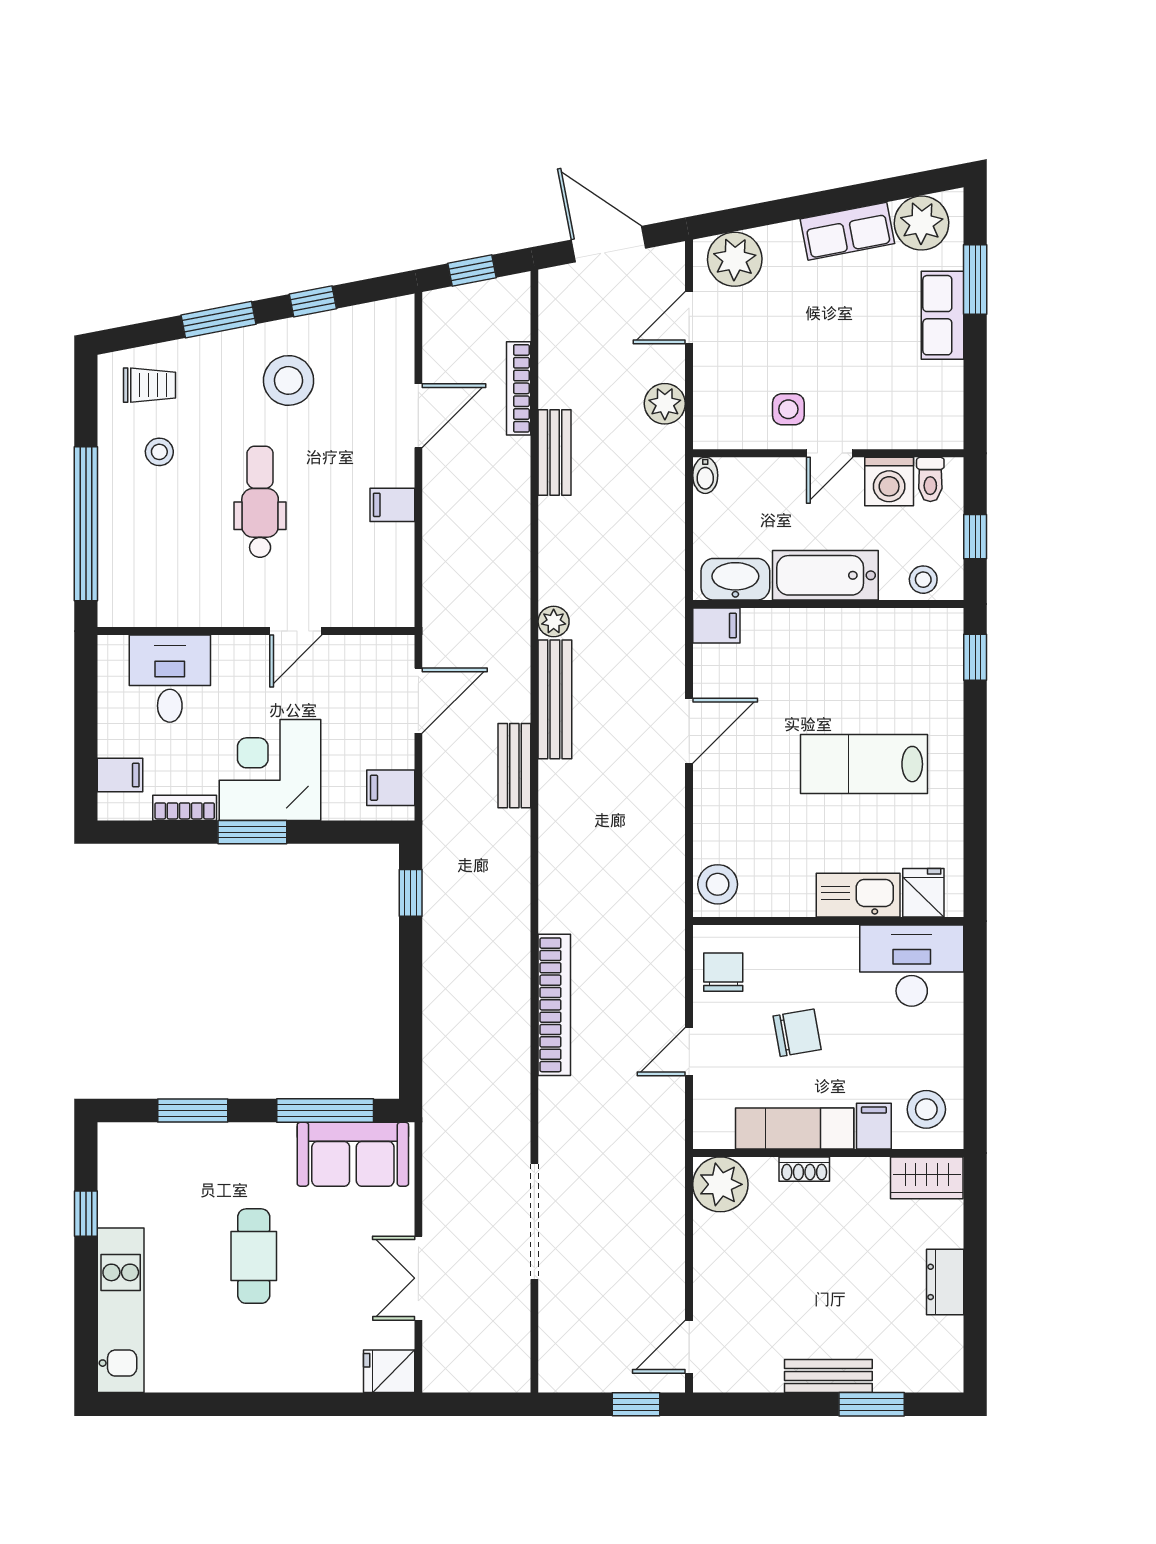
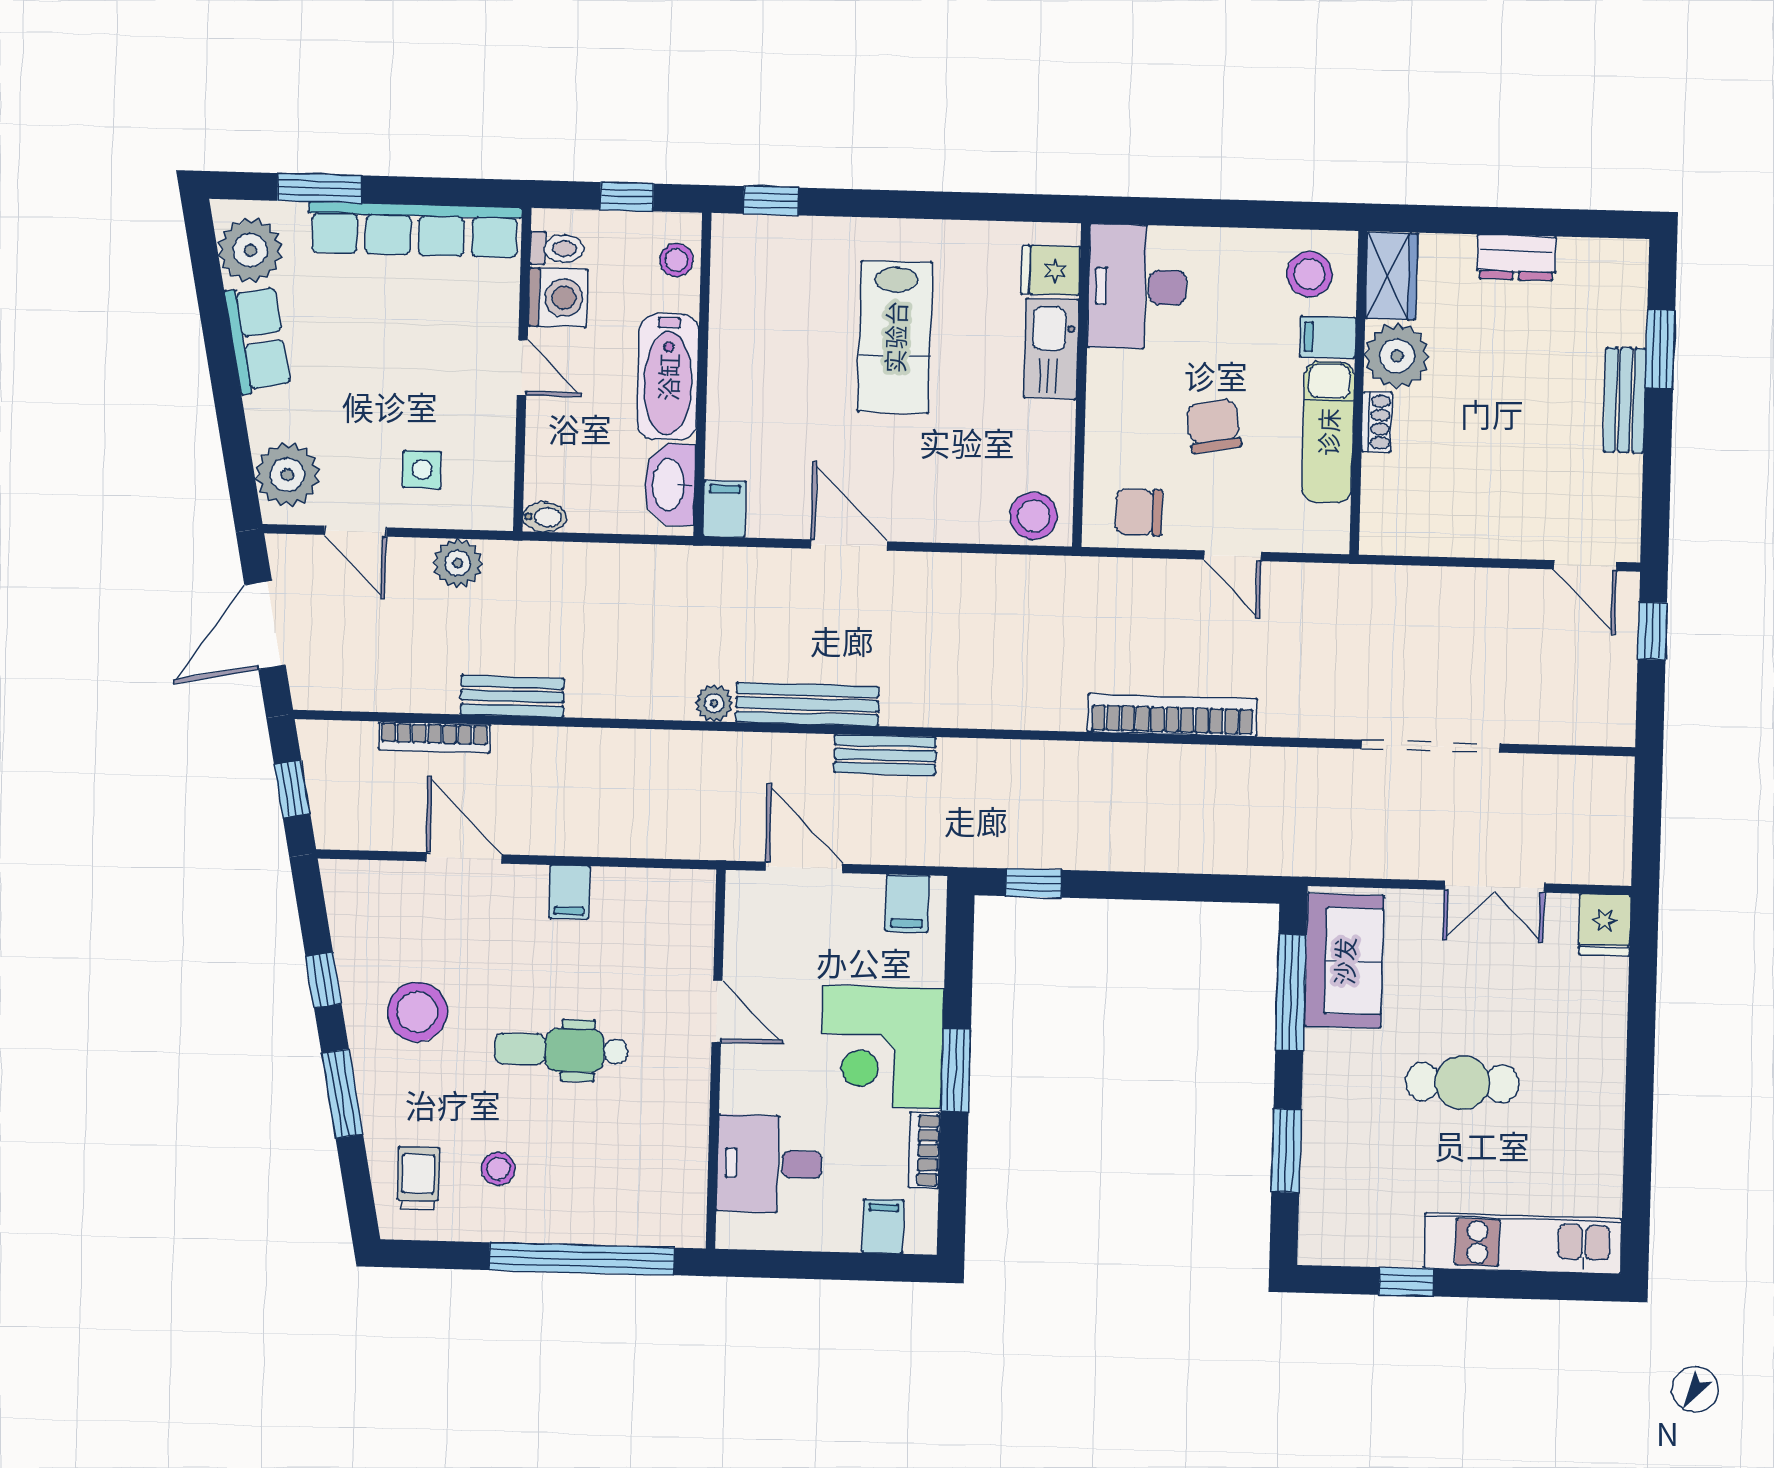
row of seats: (942, 315) -> (415, 230), width x2.02
side table: (788, 409) -> (422, 470), moved
plant: (720, 1184) -> (1397, 356), moved

